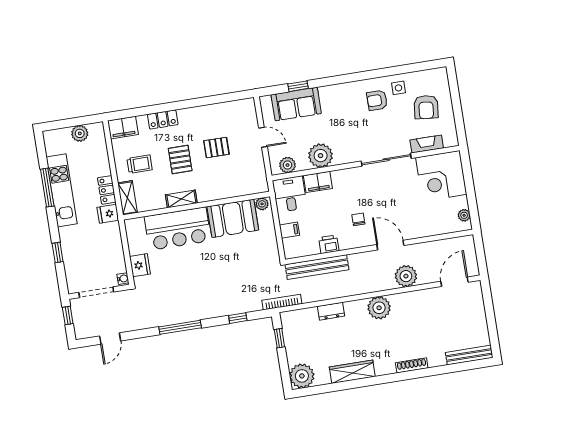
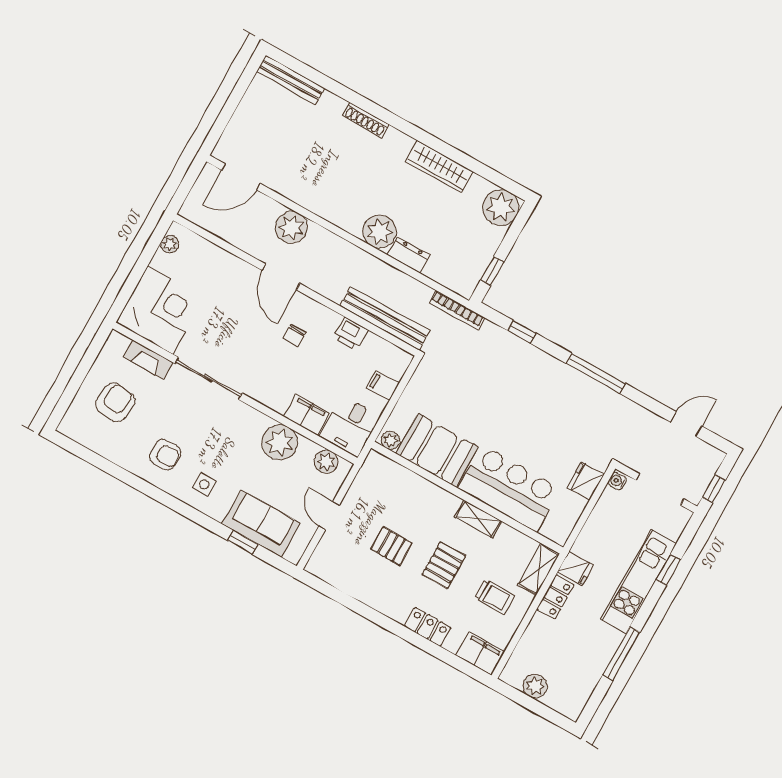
side table: (398, 88) -> (204, 484), moved
trolley: (140, 164) -> (494, 597), turned 180
kitchen unit: (62, 190) -> (638, 582), moved
plant: (379, 308) -> (380, 232), moved

